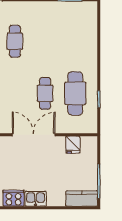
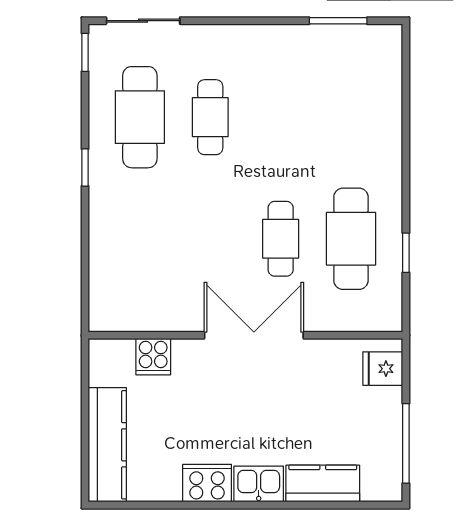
fridge: (73, 145) -> (383, 369), moved, turned 90
kitchen counter: (82, 198) -> (323, 484), moved

